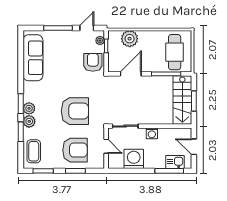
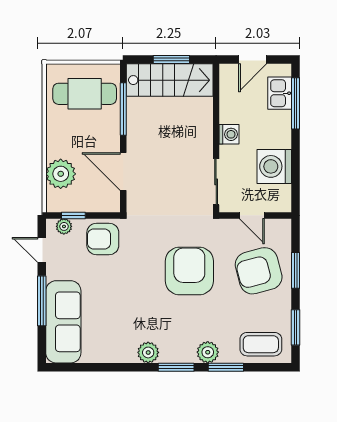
sofa: (33, 58) -> (63, 322), moved, turned 90
plant: (29, 108) -> (148, 352), moved
door: (106, 146) -> (252, 215), swing flipped
armchair: (75, 150) -> (259, 271), turned -105

